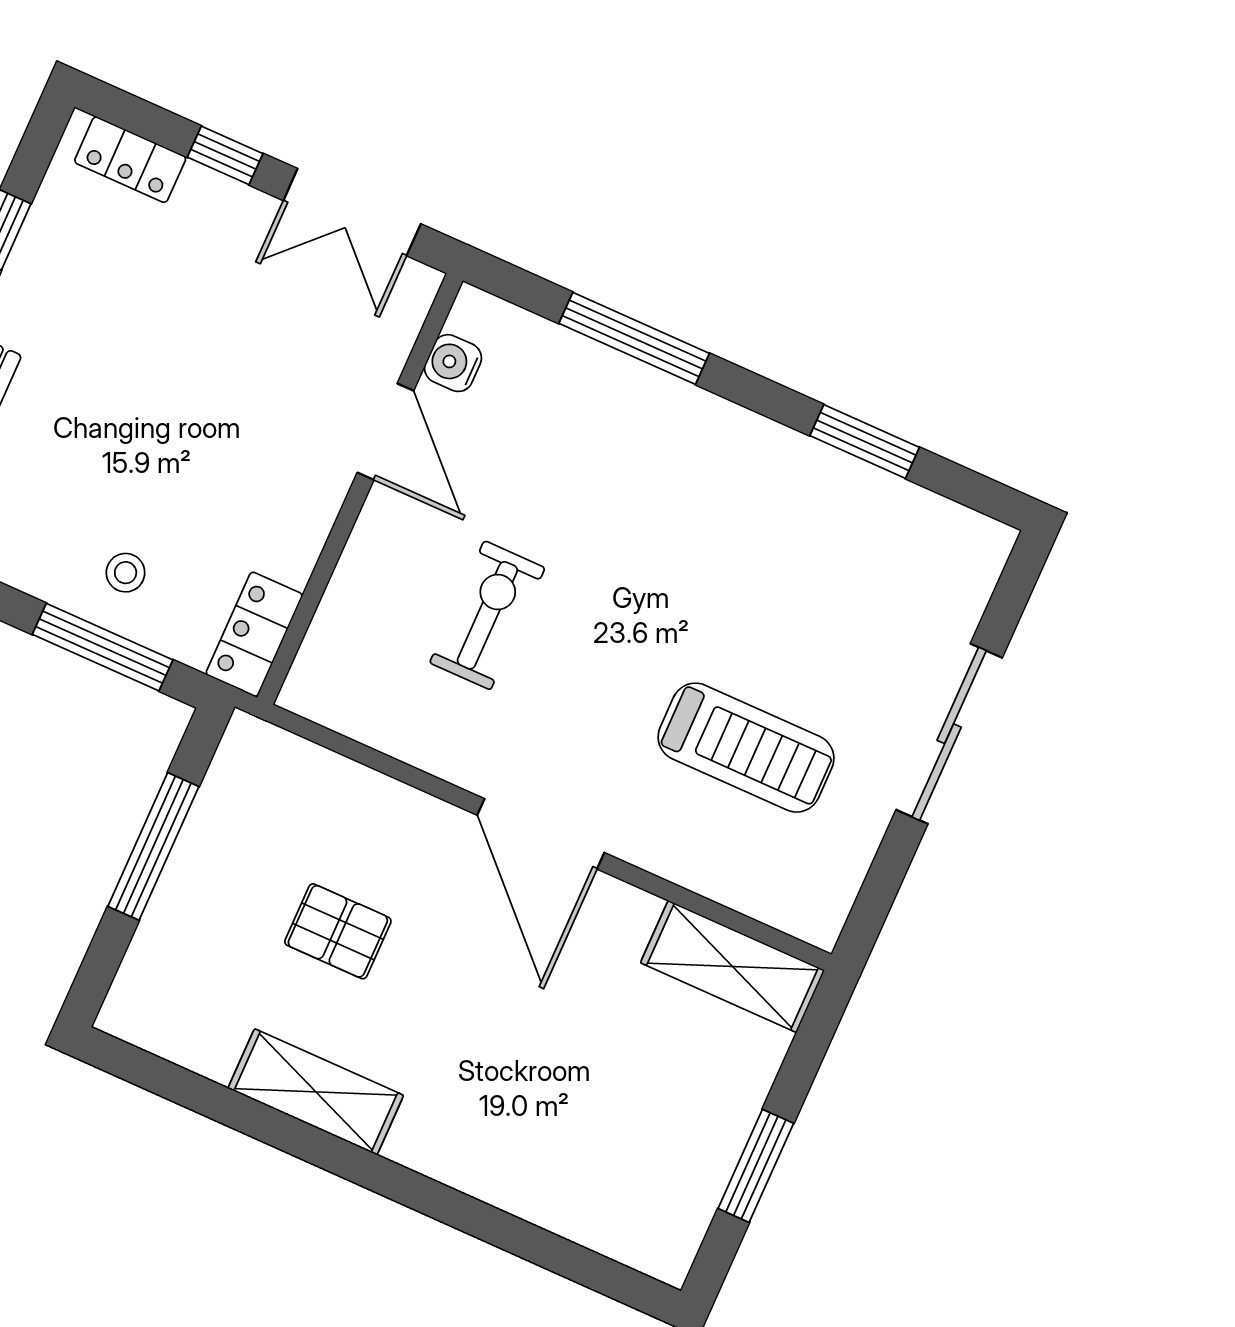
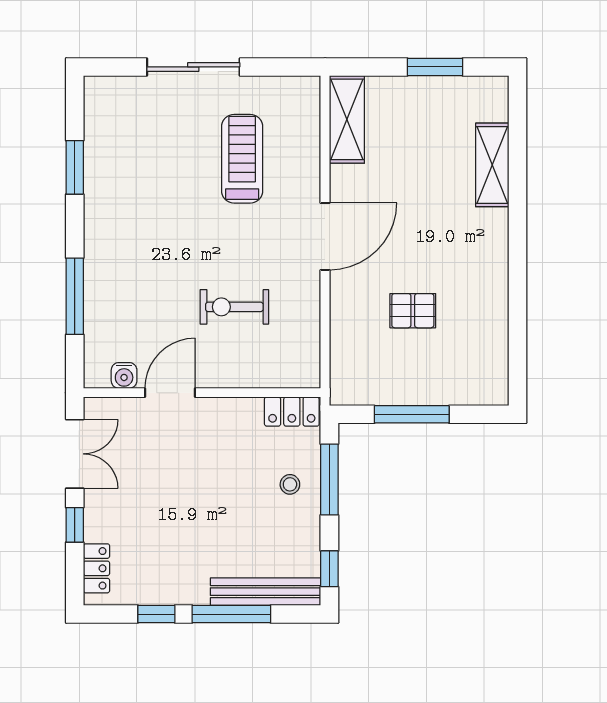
pallet: (338, 931) -> (413, 311), turned 90
shelving: (316, 1092) -> (492, 165), moved

